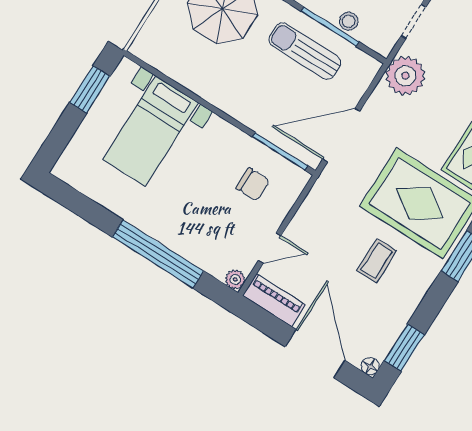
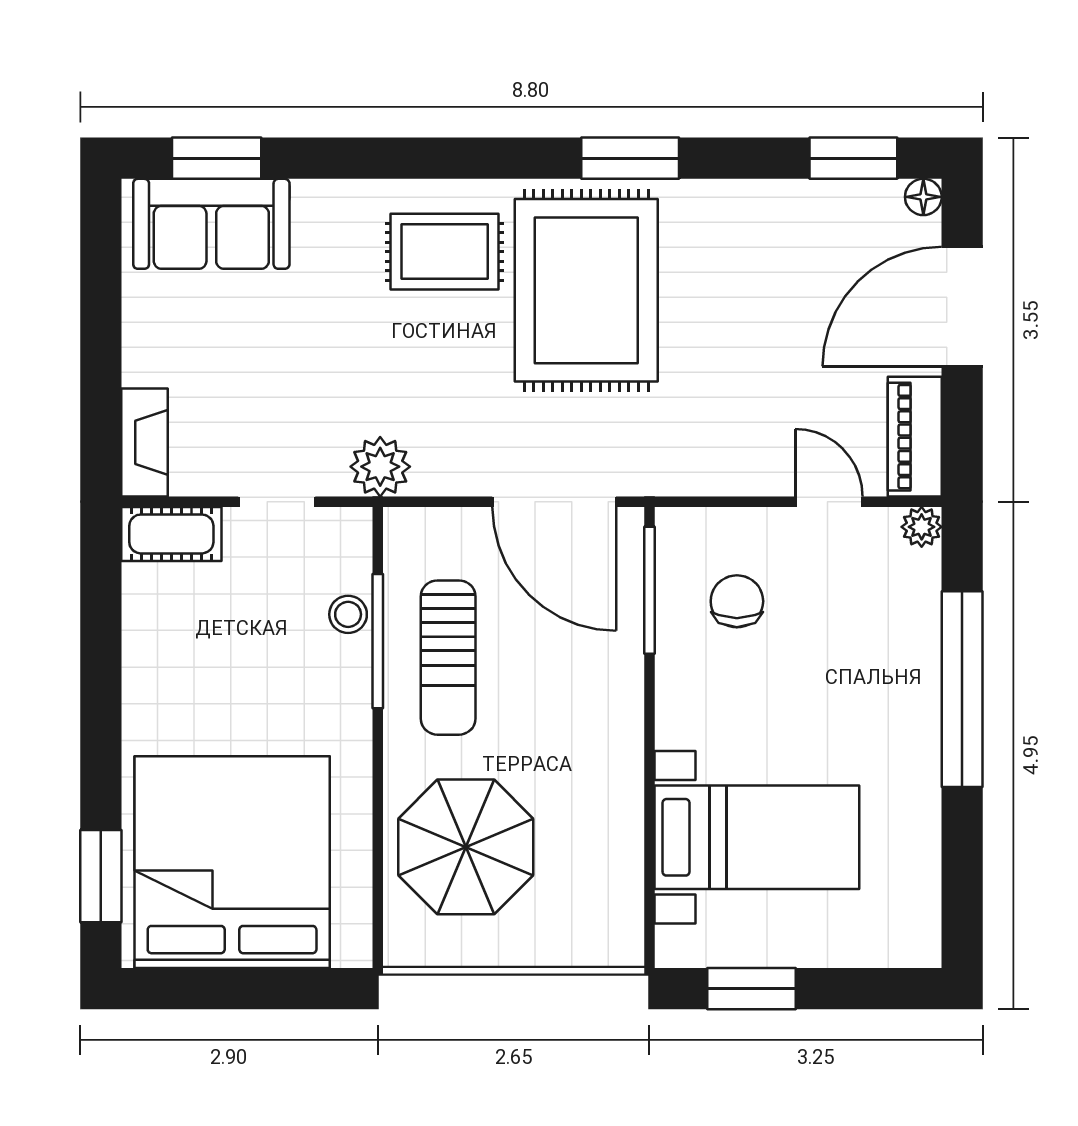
plant: (405, 76) -> (380, 467), width x0.73, depth x0.73
coffee table: (377, 261) -> (733, 302), removed

